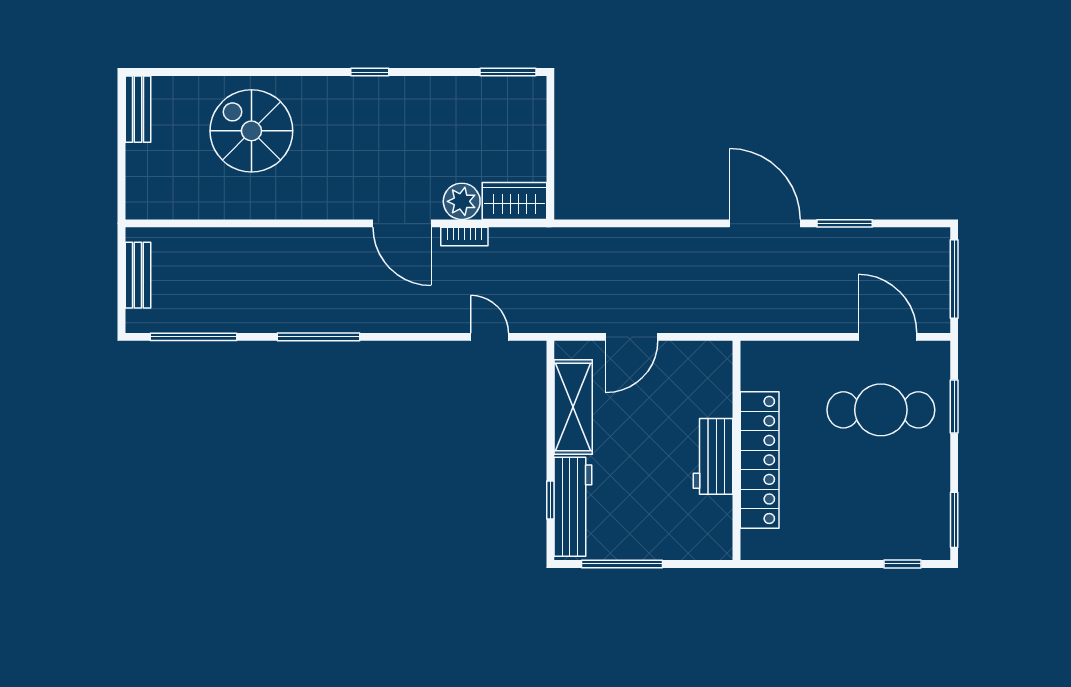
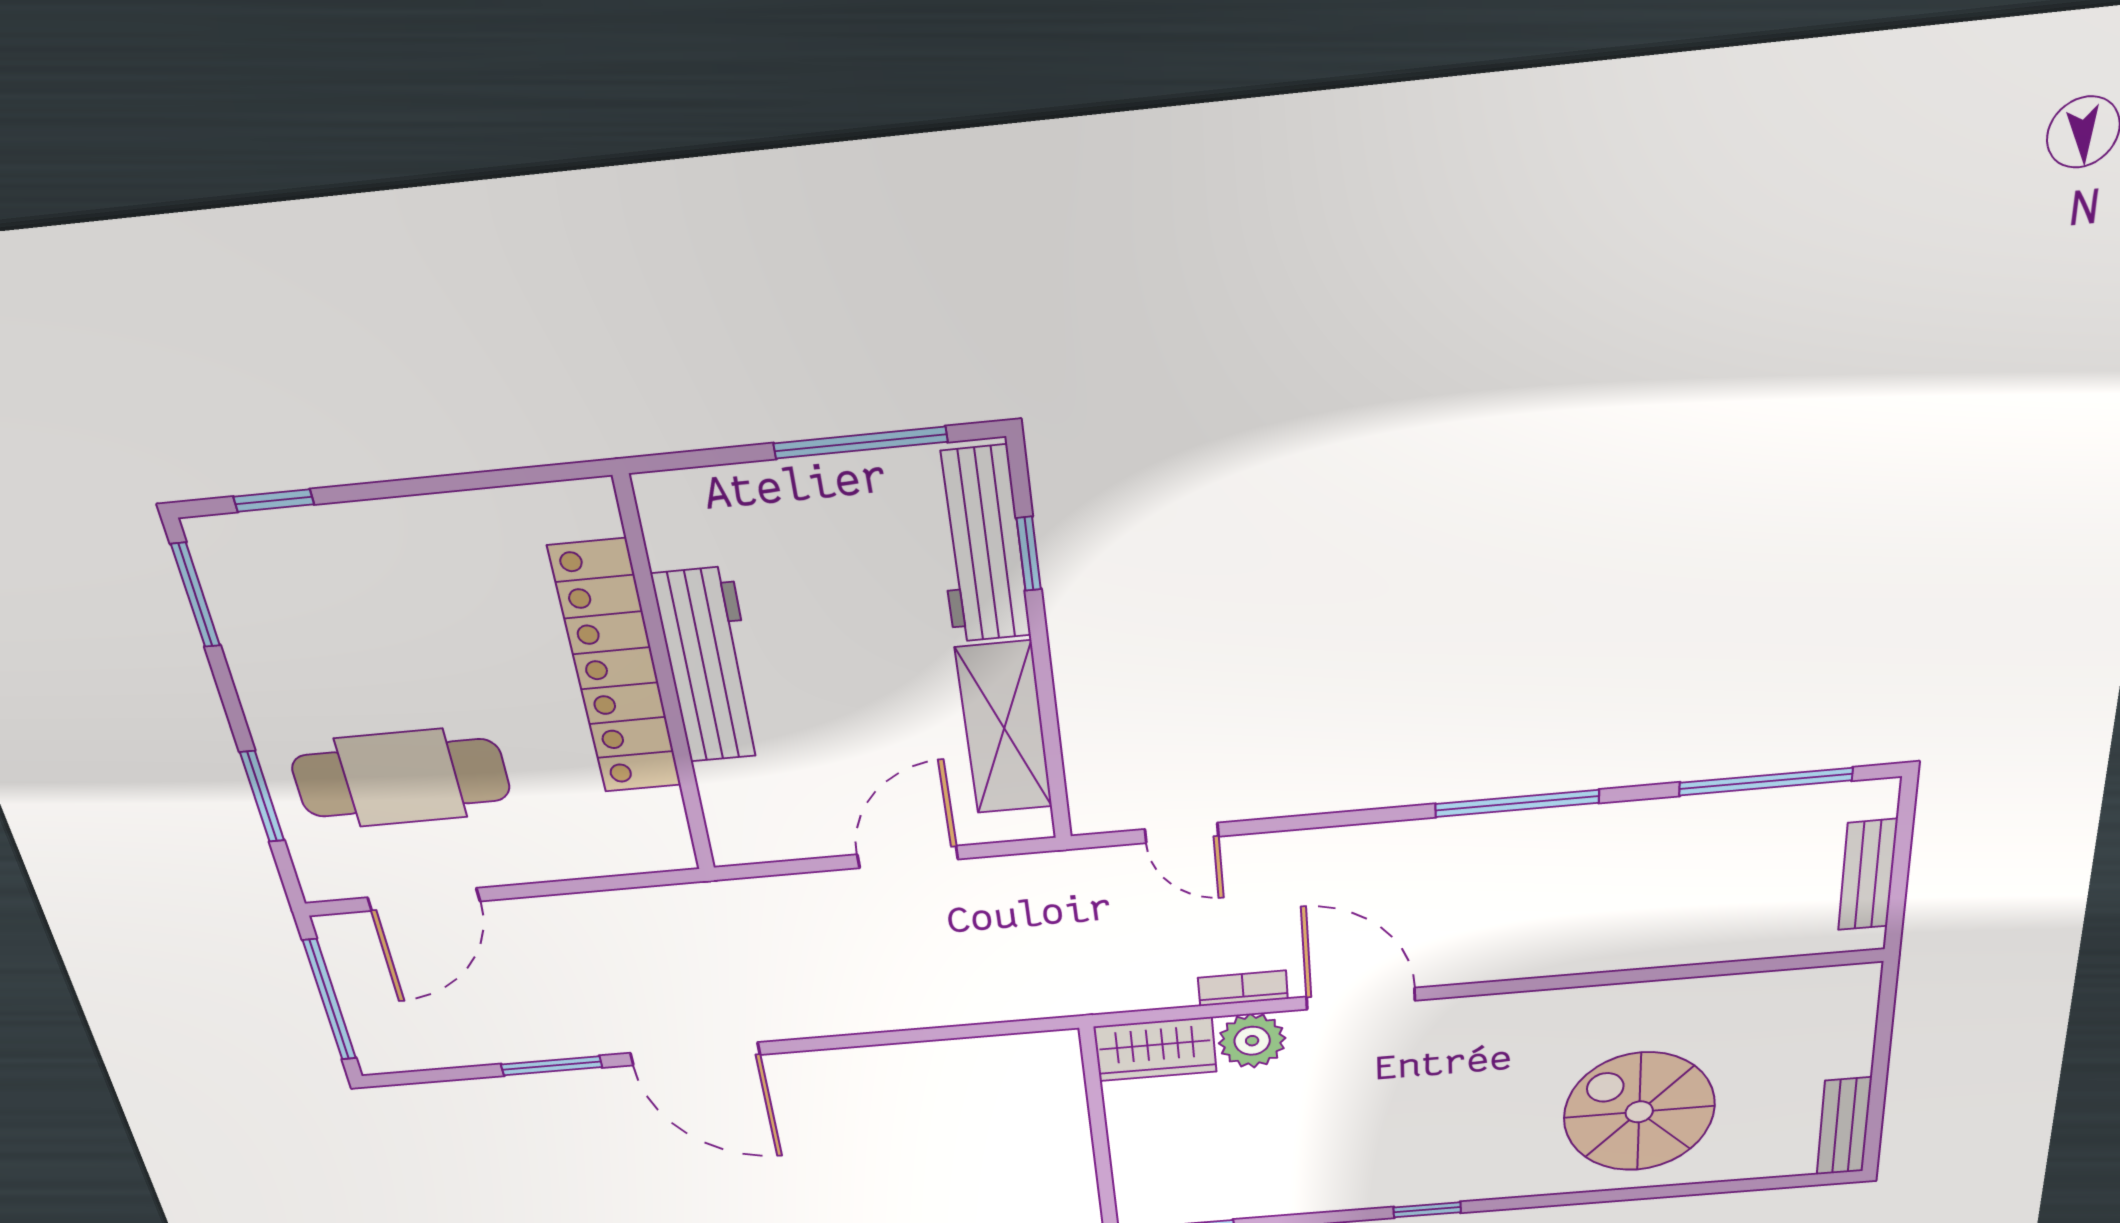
spiral stairs: (251, 131) -> (1639, 1112), turned 180
door: (888, 337) -> (424, 899), hinge flipped
workbench: (713, 456) -> (710, 666), width x1.38

